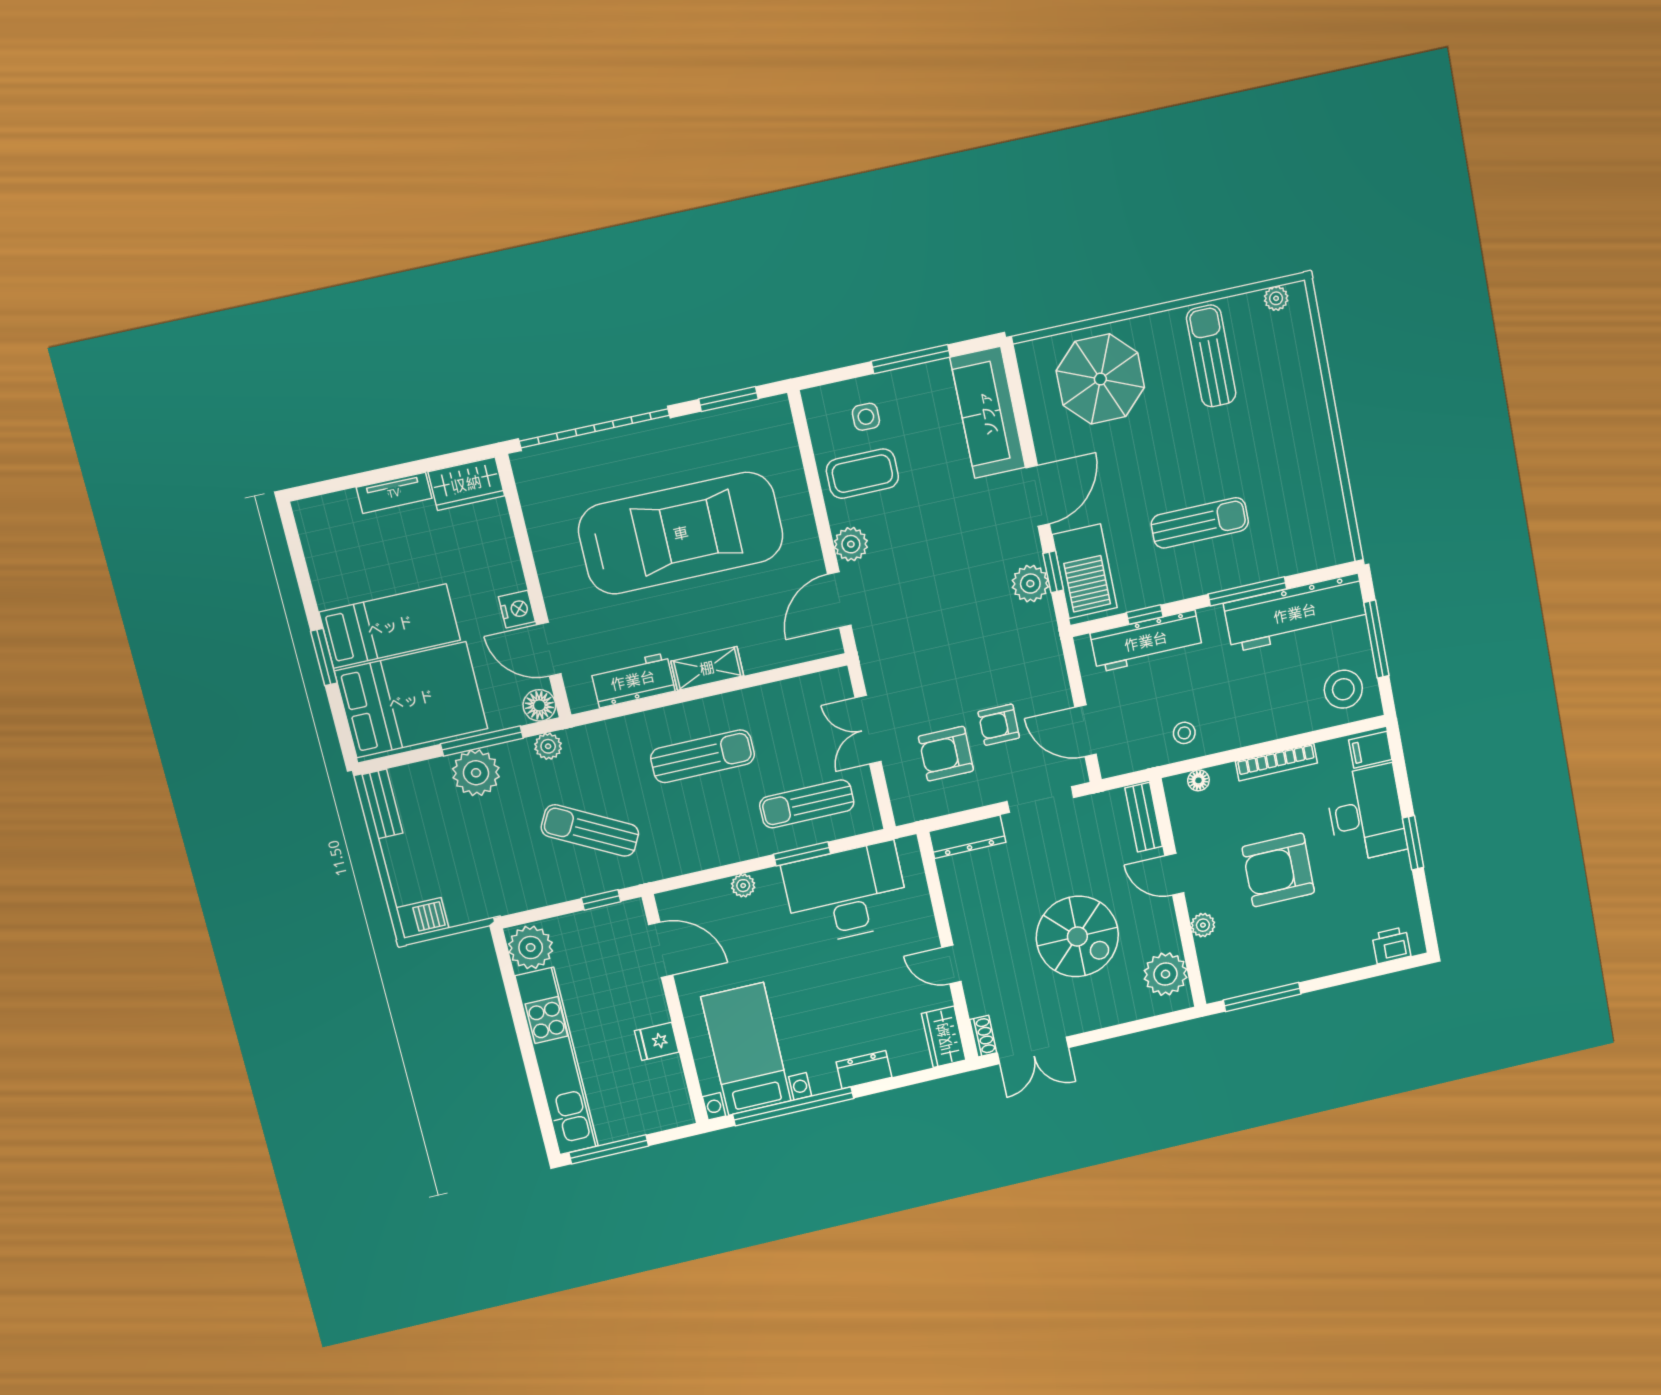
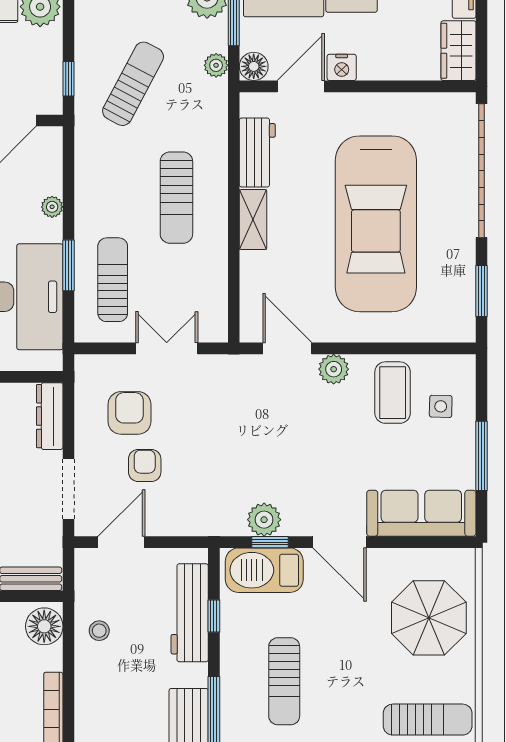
floor lamp: (1198, 780) -> (44, 626), width x1.89, depth x1.89

